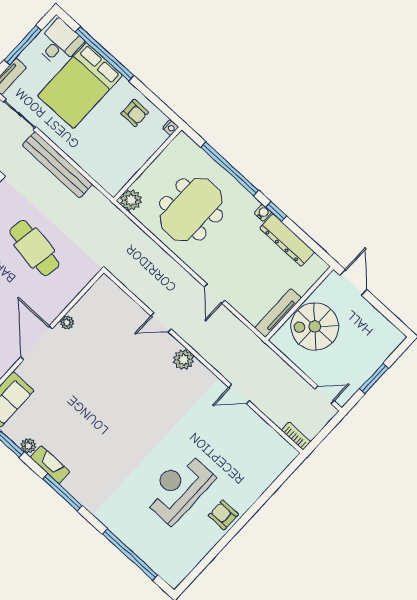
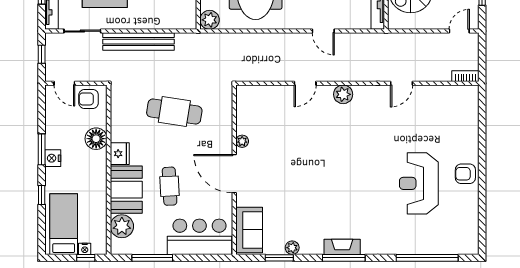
fireplace: (50, 465) -> (342, 247), moved

